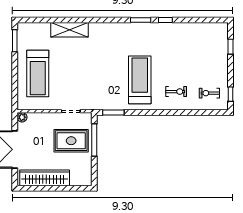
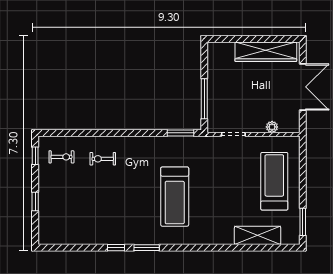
shelving: (69, 30) -> (258, 235), moved
window: (231, 47) -> (35, 201), moved
treadmill: (140, 80) -> (175, 197), moved
plant: (22, 117) -> (272, 127), moved
rug: (71, 141) -> (233, 98), removed

